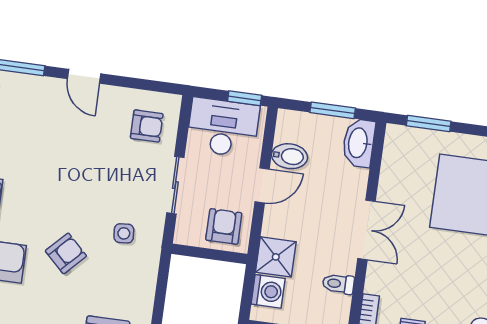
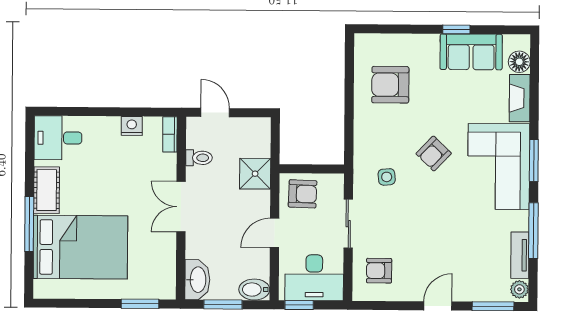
door: (84, 76) -> (438, 306), hinge flipped
bidet: (290, 156) -> (254, 290), moved
armchair: (224, 226) -> (303, 194), turned -88
washing machine: (268, 291) -> (258, 144), removed

